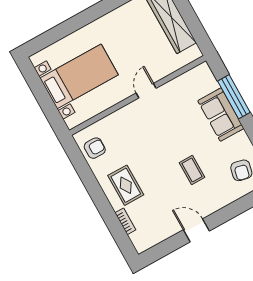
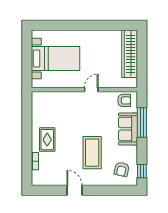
armchair: (95, 148) -> (124, 100), moved
coffee table: (192, 170) -> (92, 153), width x1.86, depth x1.72

